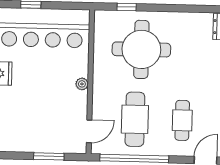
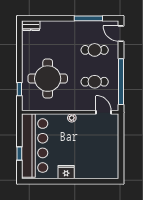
cafe table: (135, 119) -> (95, 82), width x0.73, depth x0.74
window: (49, 156) -> (121, 139), removed

